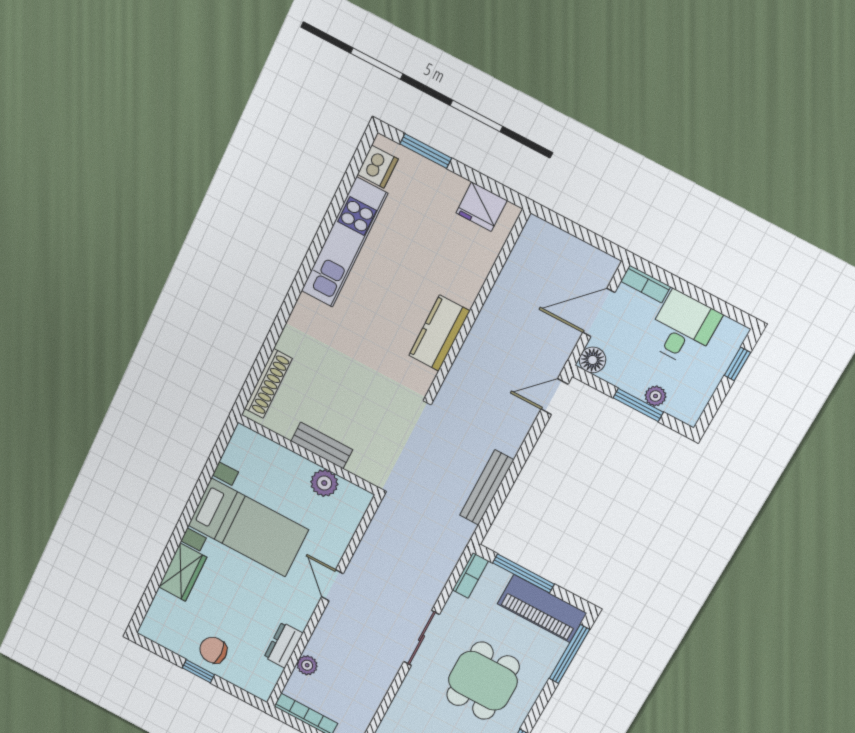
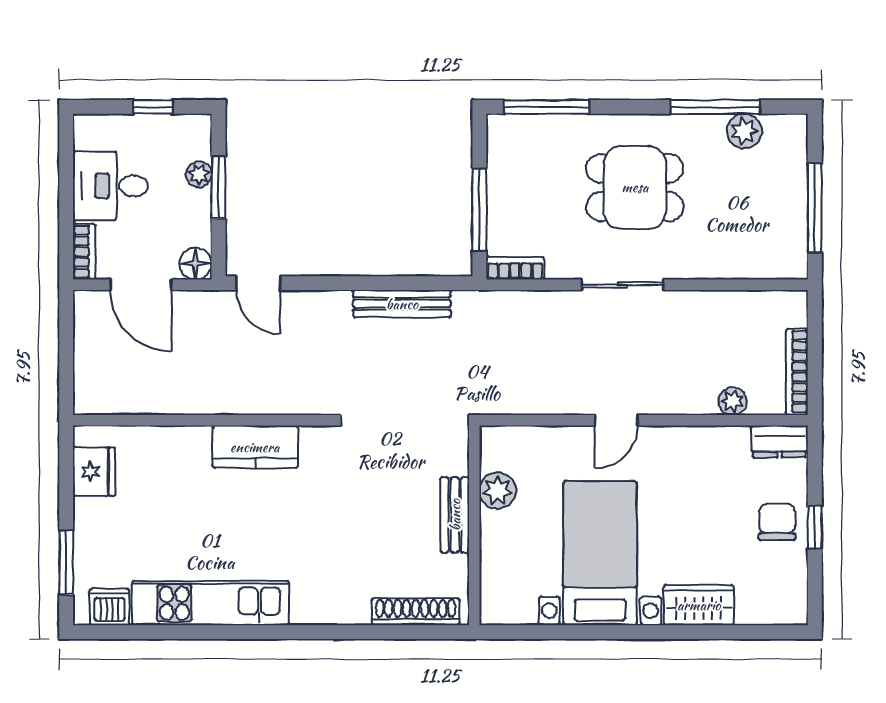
window: (737, 364) -> (153, 107), moved
piano: (542, 608) -> (509, 167), removed
dresser: (283, 645) -> (779, 441), moved
chair: (213, 650) -> (777, 522), turned 180

